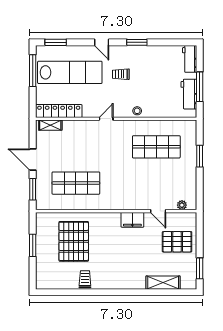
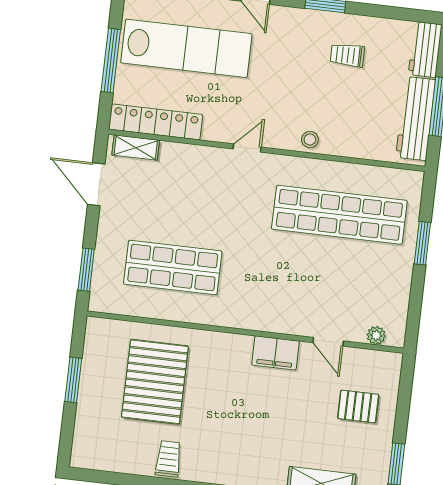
window: (33, 71) -> (111, 61), moved
trolley: (121, 74) -> (347, 55), moved
workbench: (189, 94) -> (416, 118), width x1.38
shop shelf: (156, 147) -> (339, 215), width x1.40
door: (33, 159) -> (96, 184), moved
pallet: (177, 242) -> (358, 406), width x0.67, depth x0.71

